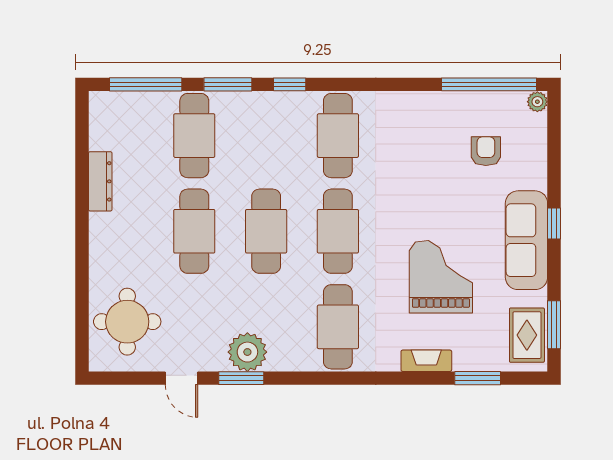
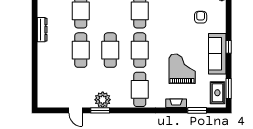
round table: (127, 322) -> (53, 87), removed

